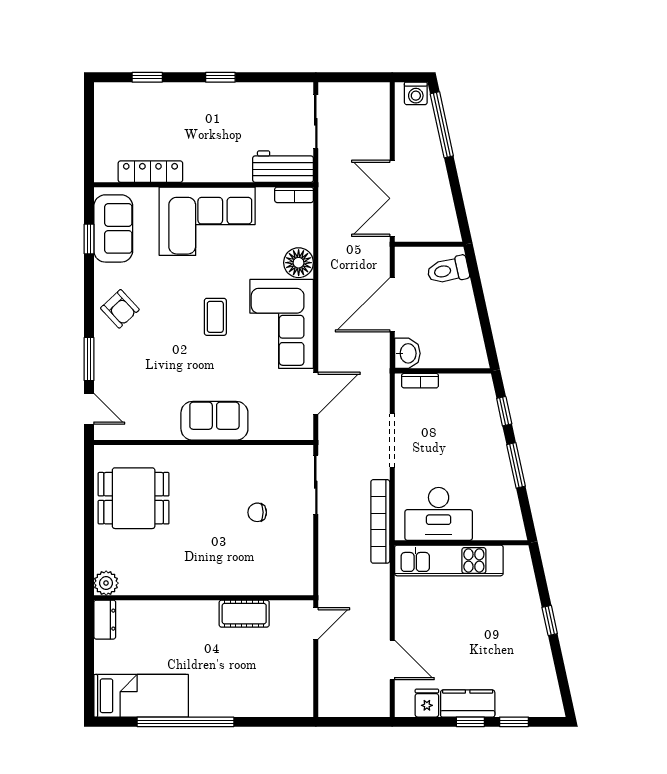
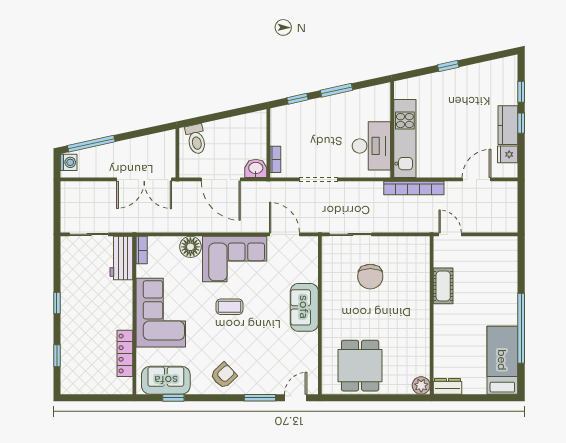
chair: (257, 512) -> (370, 277), width x1.87, depth x1.87
bookcase: (380, 521) -> (414, 188), moved

